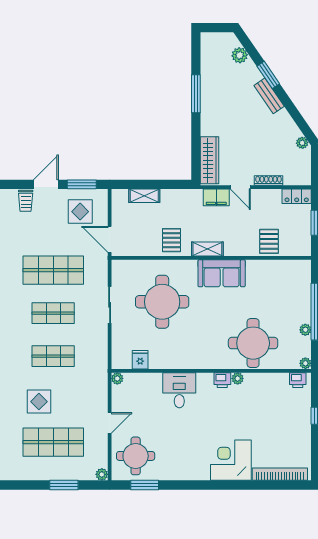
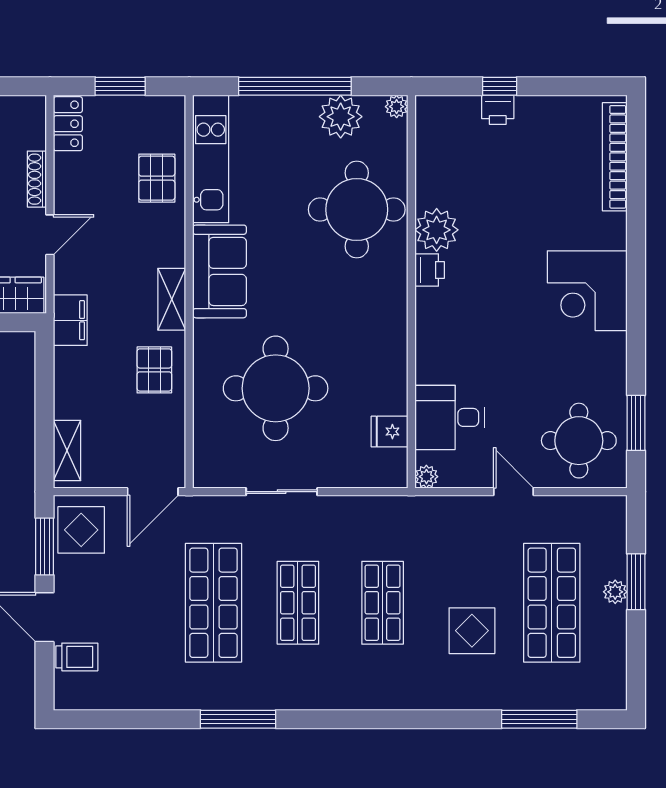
shelving: (144, 196) -> (67, 451), moved
filing cabinet: (216, 197) -> (70, 320), moved
display table: (80, 212) -> (81, 530), moved
pallet: (172, 240) -> (154, 370), turned 90
pallet: (269, 241) -> (157, 178), turned 90
kitchen unit: (279, 269) -> (211, 159), added
plant: (305, 330) -> (341, 117), width x1.88, depth x1.88
plant: (238, 378) -> (437, 230), width x1.88, depth x1.88
printer: (298, 380) -> (498, 110), moved, turned 90
desk: (179, 390) -> (450, 417), moved
corner desk: (231, 460) -> (587, 291), moved
plant: (102, 474) -> (615, 592), moved

